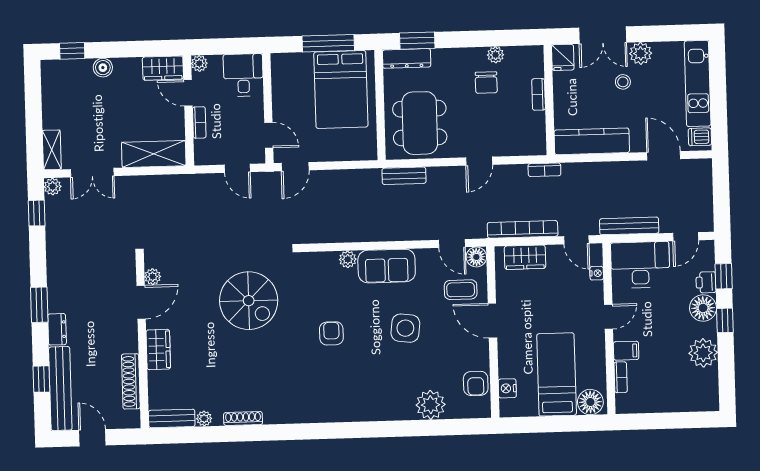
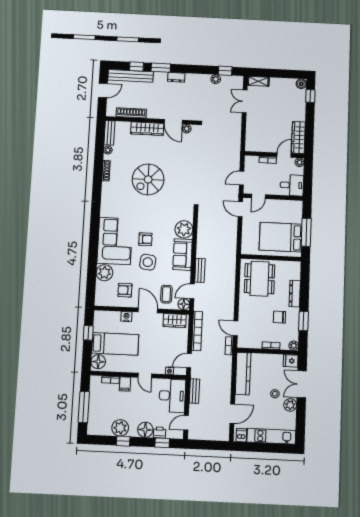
window: (417, 41) -> (304, 321), moved
plant: (496, 55) -> (294, 346), moved
dresser: (407, 58) -> (295, 294), moved
boiler: (103, 68) -> (301, 84), moved
wardrobe: (163, 68) -> (298, 138), width x1.50
dining table: (420, 123) -> (260, 279), turned 90
shelving: (154, 154) -> (252, 134), removed
door: (479, 161) -> (236, 328), moved
bench: (404, 176) -> (200, 270), moved
plant: (53, 187) -> (216, 79), moved
bench: (629, 226) -> (194, 391), width x0.73
door: (686, 237) -> (186, 423), hinge flipped
wardrobe: (525, 257) -> (175, 321), moved, turned -90
plant: (348, 259) -> (184, 229), width x1.87, depth x1.87
spiral stairs: (249, 301) -> (148, 179), moved
window: (39, 305) -> (161, 68), moved
window: (725, 320) -> (123, 441), moved
door: (492, 321) -> (148, 310), hinge flipped
dresser: (57, 329) -> (176, 77), moved
armchair: (331, 333) -> (145, 239), moved
wardrobe: (158, 349) -> (147, 129), width x1.50
armchair: (476, 383) -> (125, 290), moved
nightstand: (507, 388) -> (126, 317), moved
corner sofa: (371, 391) -> (115, 241), added
window: (672, 421) -> (84, 407), added
window: (541, 424) -> (88, 333), added

